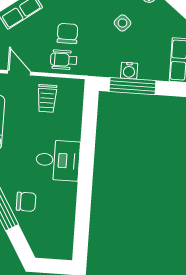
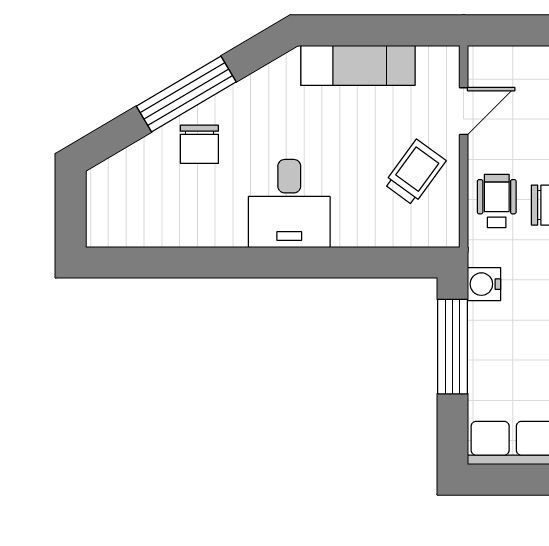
water cooler: (129, 71) -> (484, 284), moved
trolley: (47, 98) -> (415, 172), turned 126

